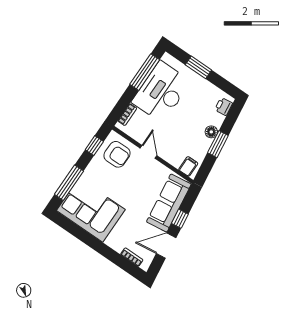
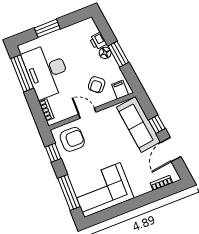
printer: (224, 106) -> (98, 41), moved
armchair: (179, 143) -> (97, 85), added

